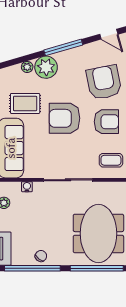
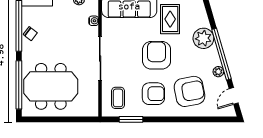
window: (63, 47) -> (222, 54), width x1.46
plant: (27, 67) -> (218, 72), moved
armchair: (106, 122) -> (153, 94), turned -90

